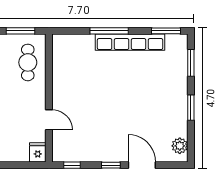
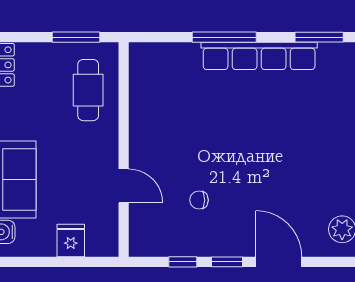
chair: (94, 128) -> (199, 200), added
fridge: (38, 152) -> (71, 240), moved
window: (72, 165) -> (183, 262), moved

